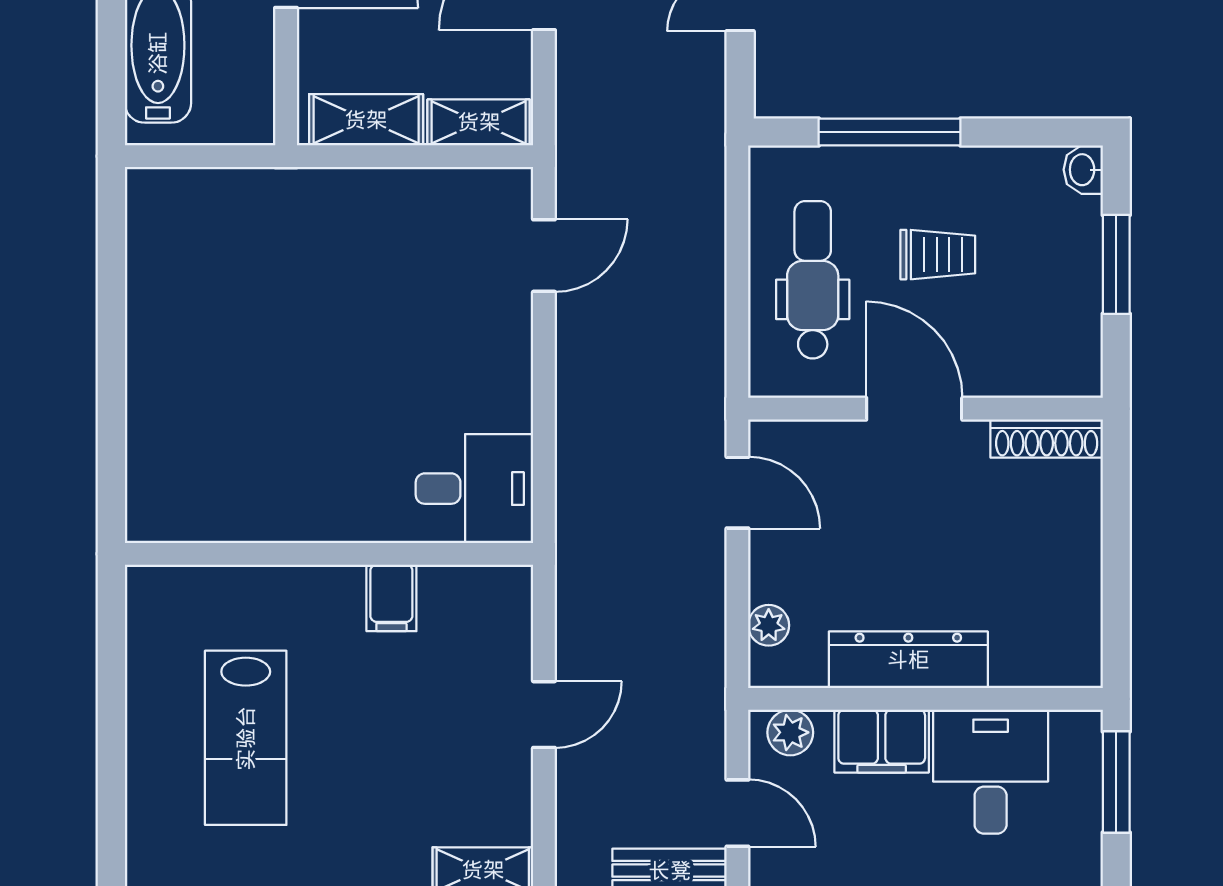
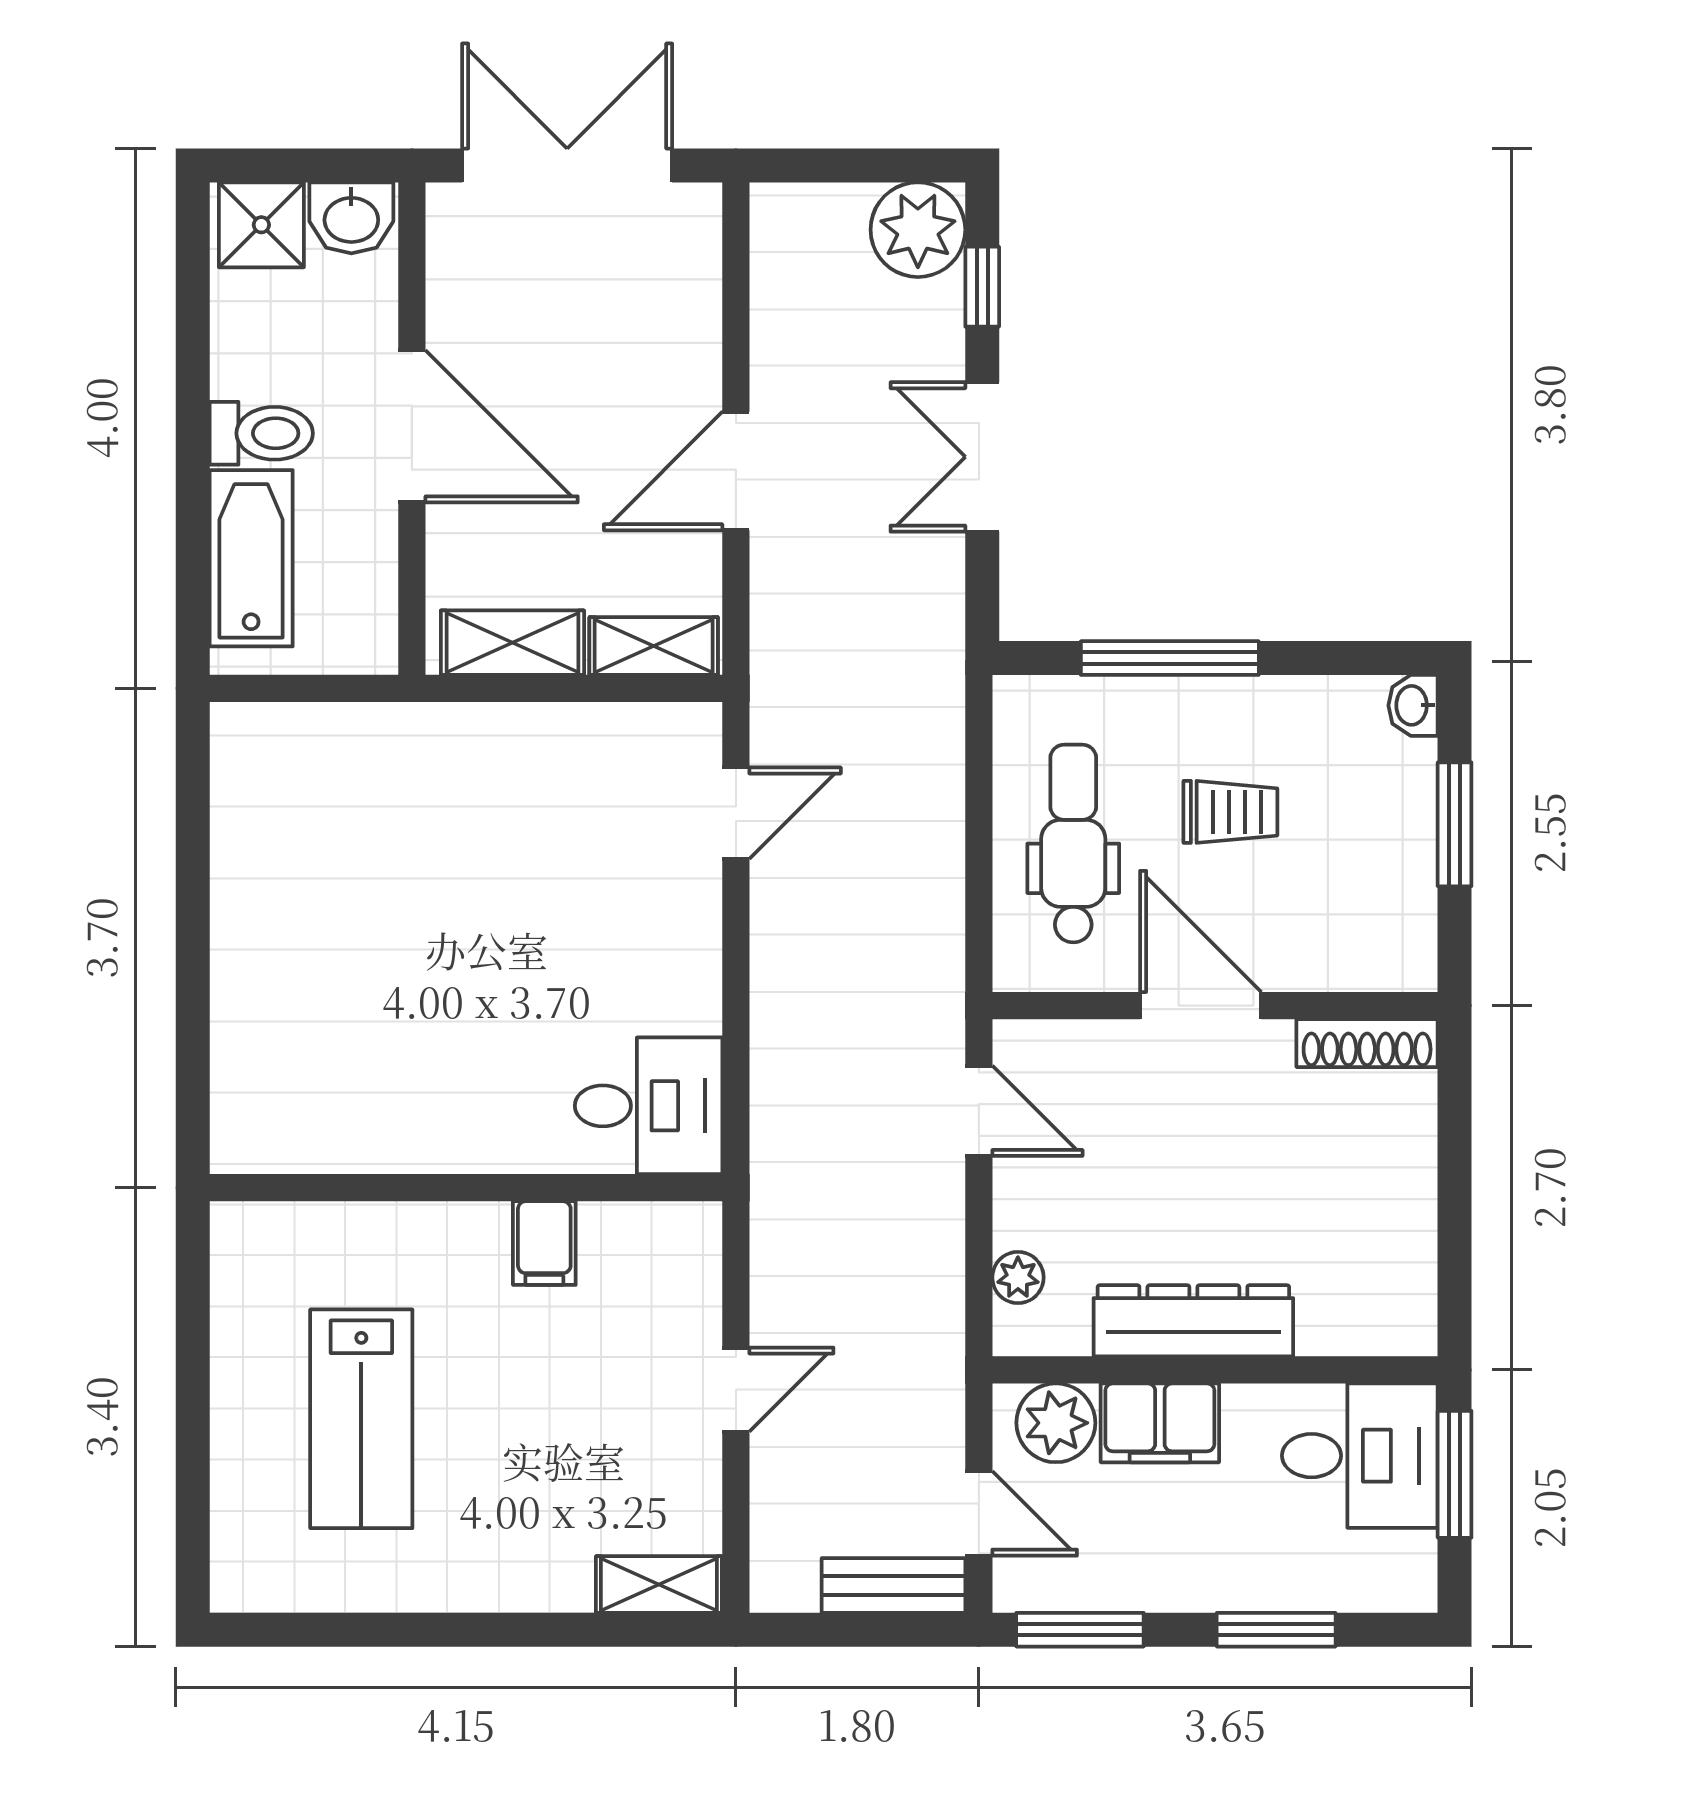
plant: (790, 732) -> (1056, 1423), width x1.38, depth x1.38
desk: (991, 772) -> (1360, 1456), moved, turned 90

